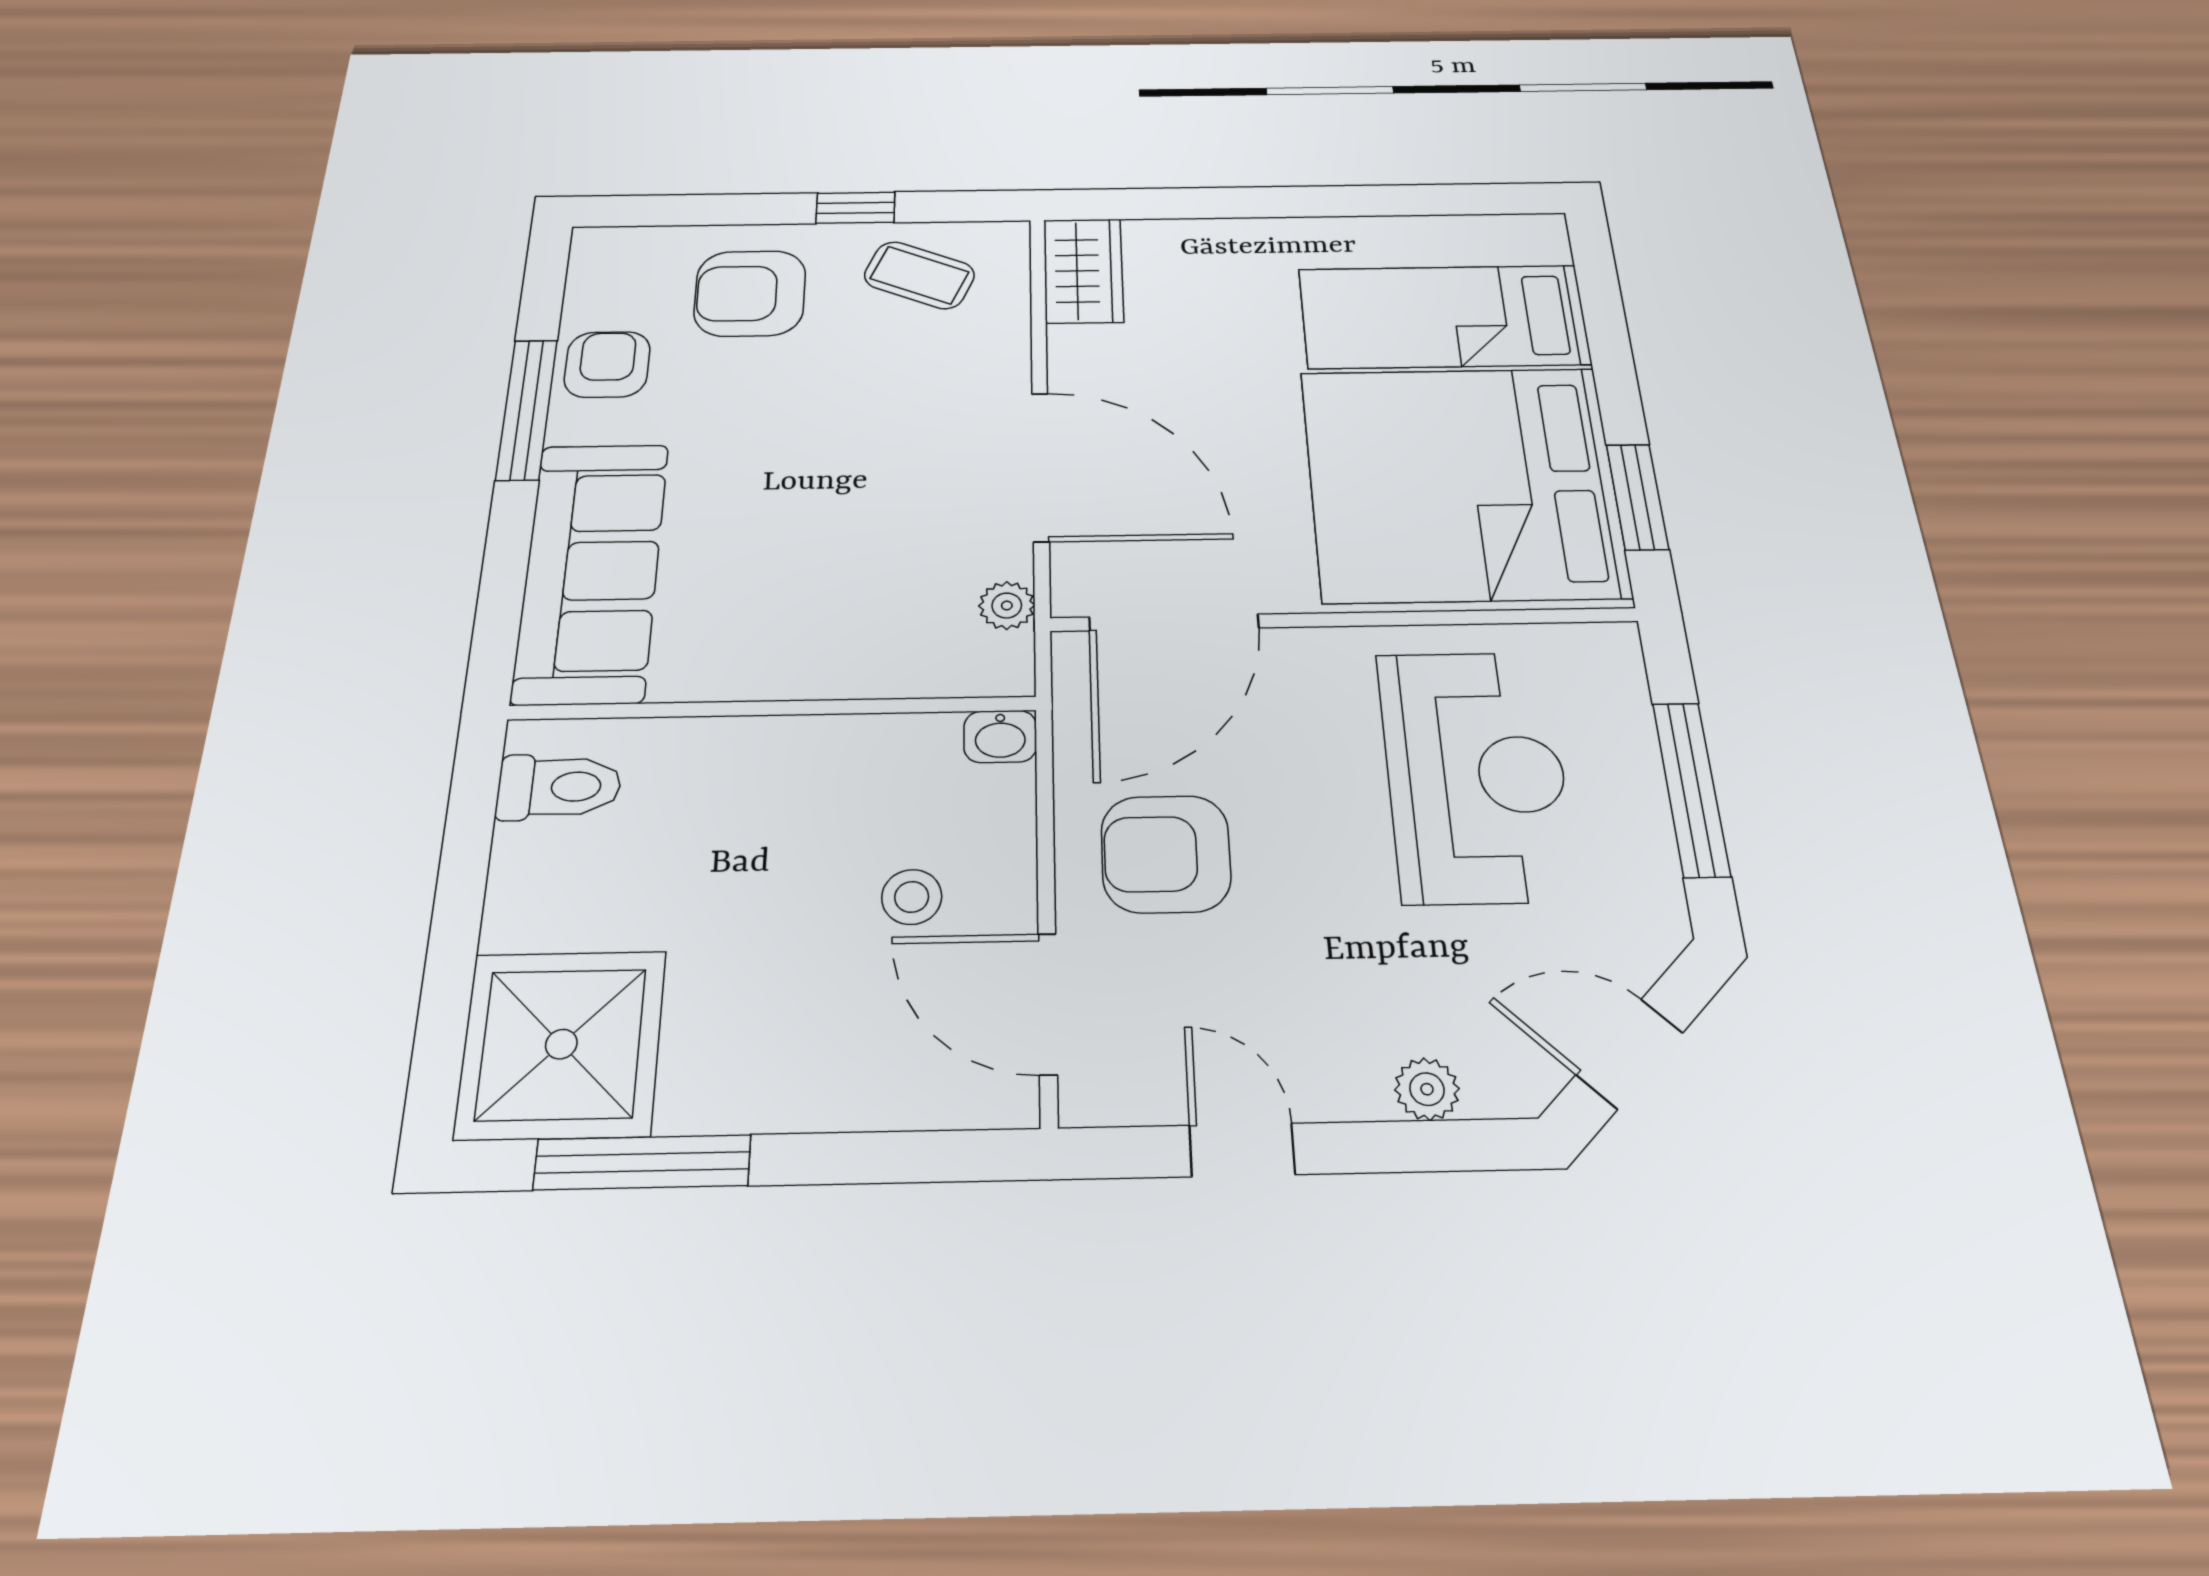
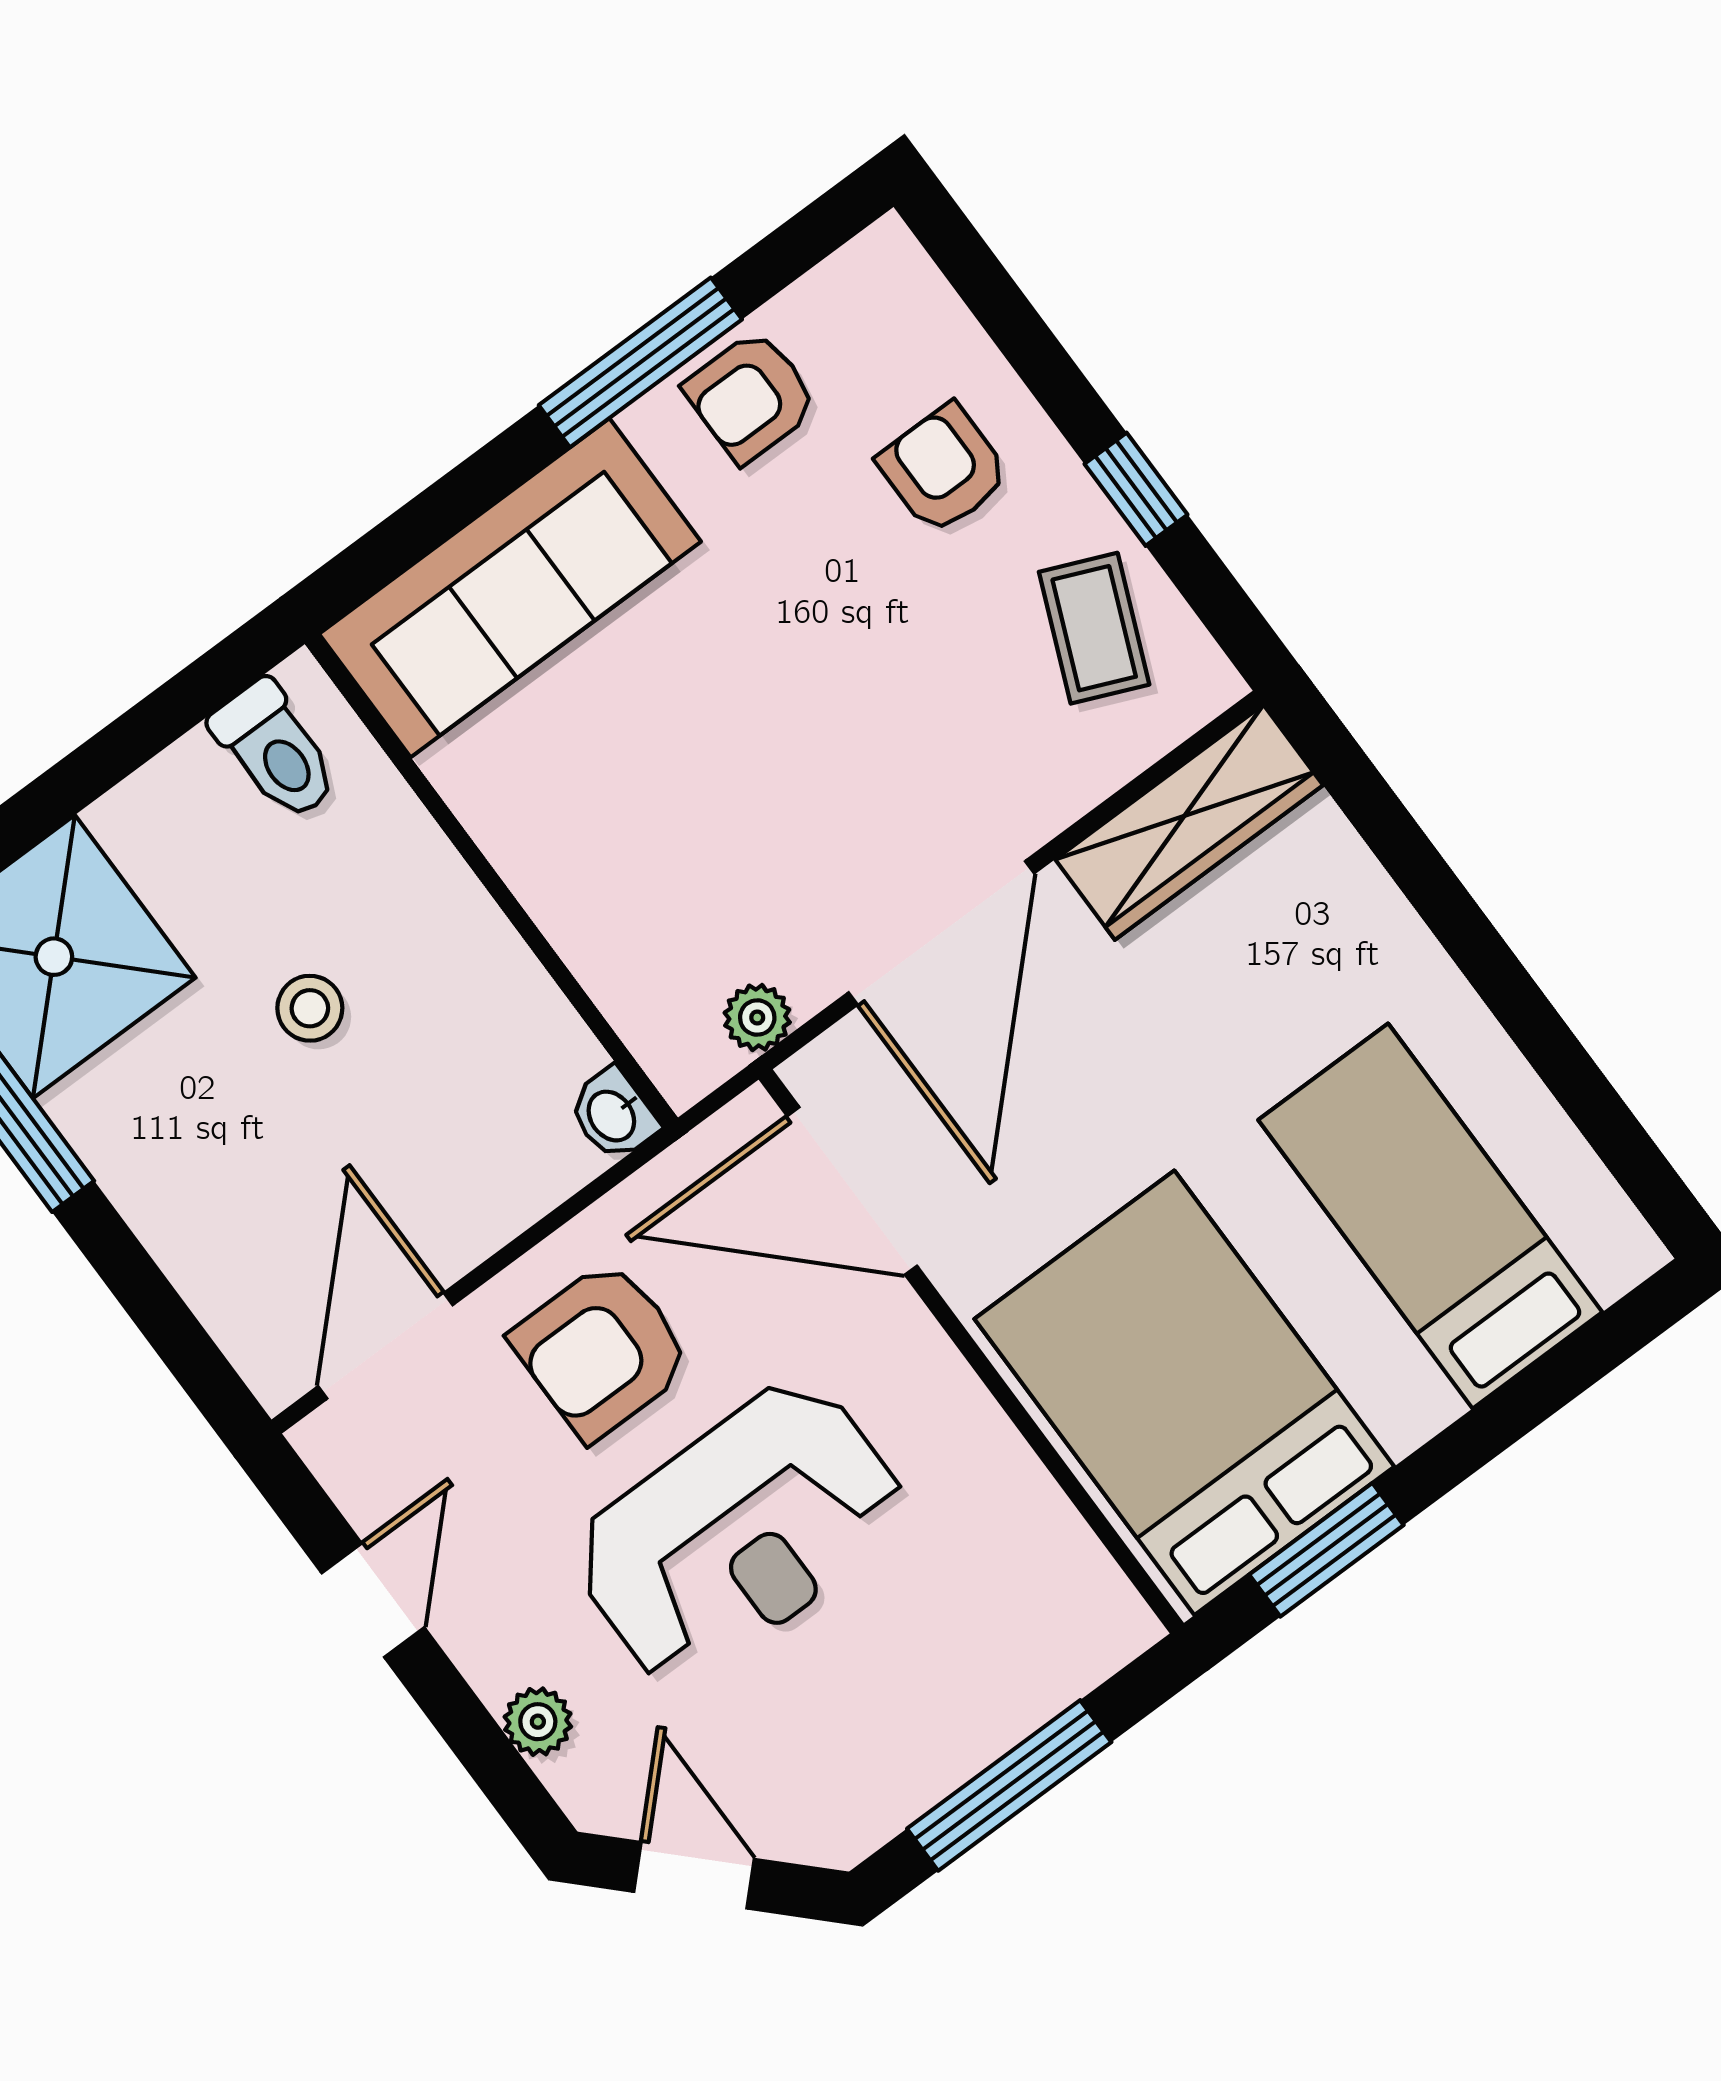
wardrobe: (1083, 271) -> (1189, 822), width x1.50
armchair: (750, 293) -> (944, 469), width x0.72, depth x0.72
armchair: (607, 364) -> (751, 397), turned 180
bed: (1462, 483) -> (1184, 1393), width x0.73
reception desk: (1476, 775) -> (739, 1533), moved
armchair: (1166, 854) -> (602, 1350), turned -90
stool: (912, 897) -> (310, 1008), moved

